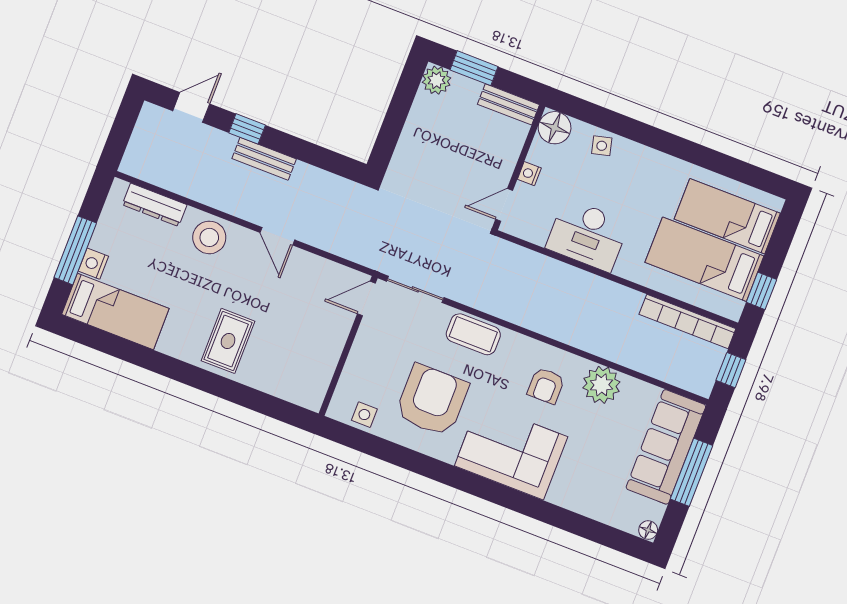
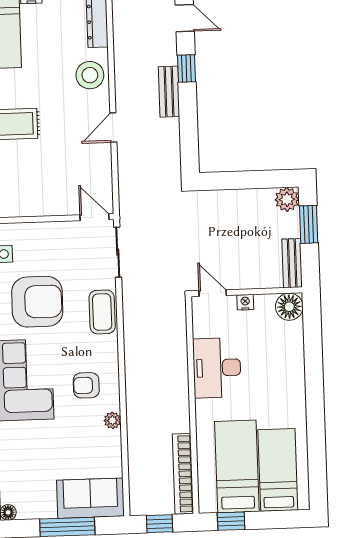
side table: (602, 146) -> (291, 349), removed
plant: (601, 385) -> (112, 420), width x0.53, depth x0.53
sofa: (666, 447) -> (90, 498), width x0.73

